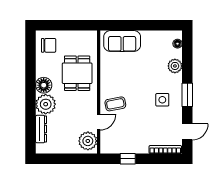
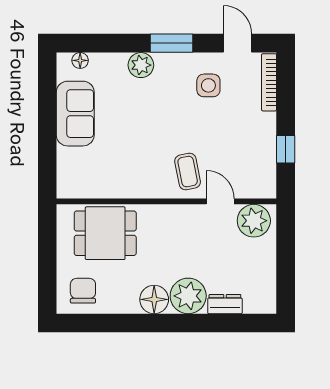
sofa: (122, 41) -> (75, 114), moved
plant: (175, 66) -> (141, 65), moved
dining table: (77, 73) -> (105, 233), moved
side table: (162, 100) -> (208, 85), moved
dresser: (41, 129) -> (225, 304), width x0.70

